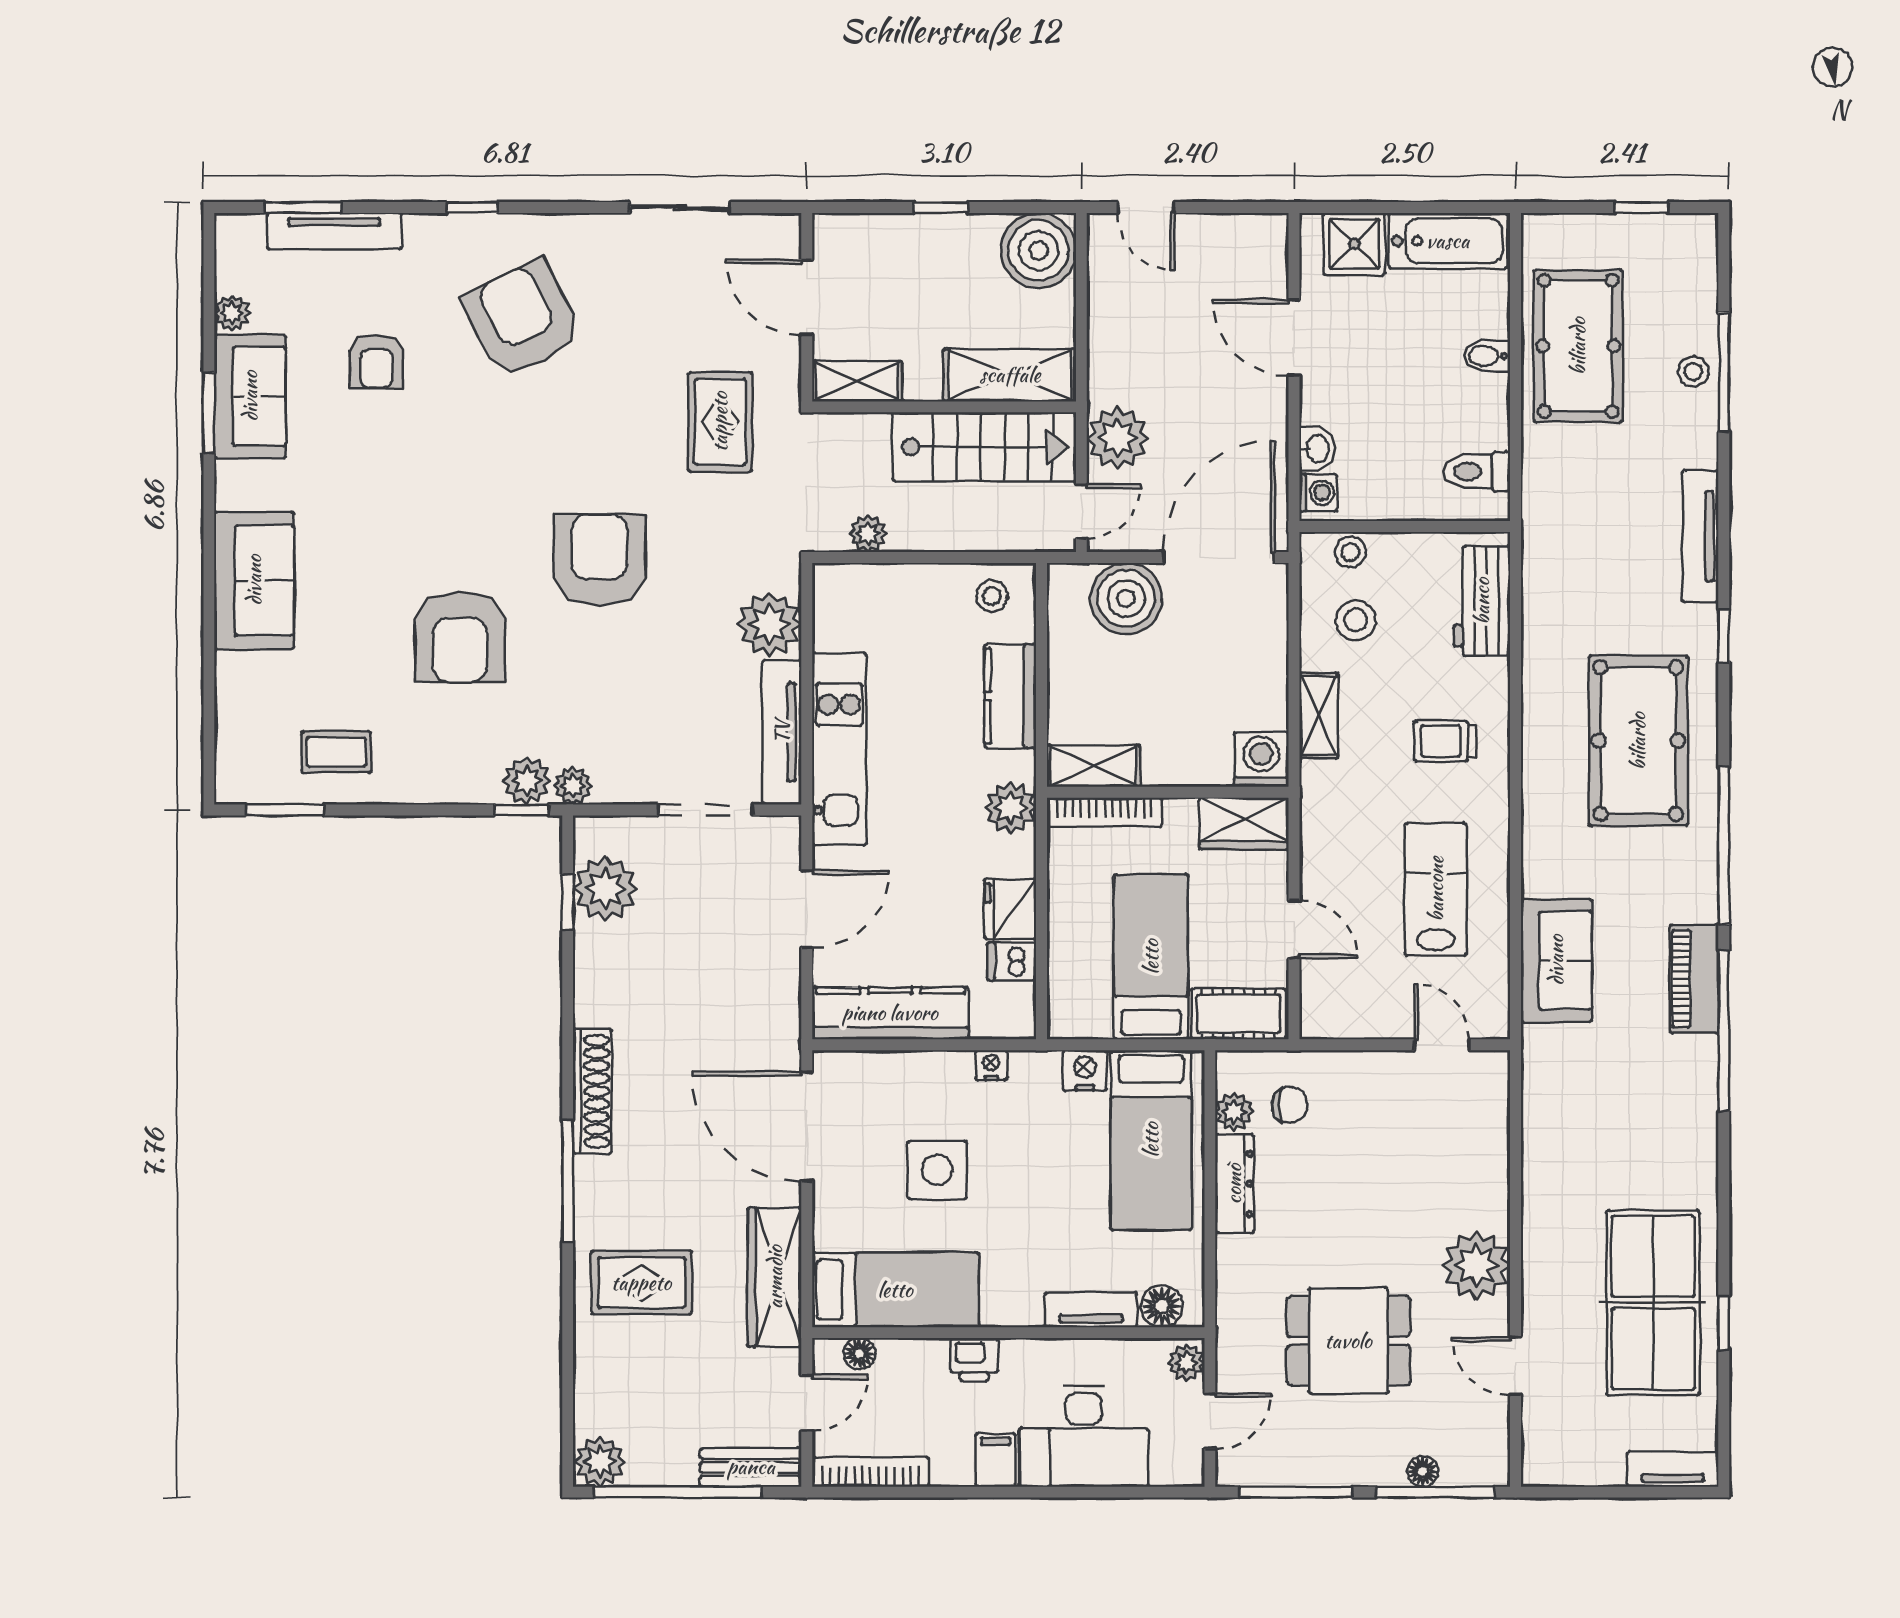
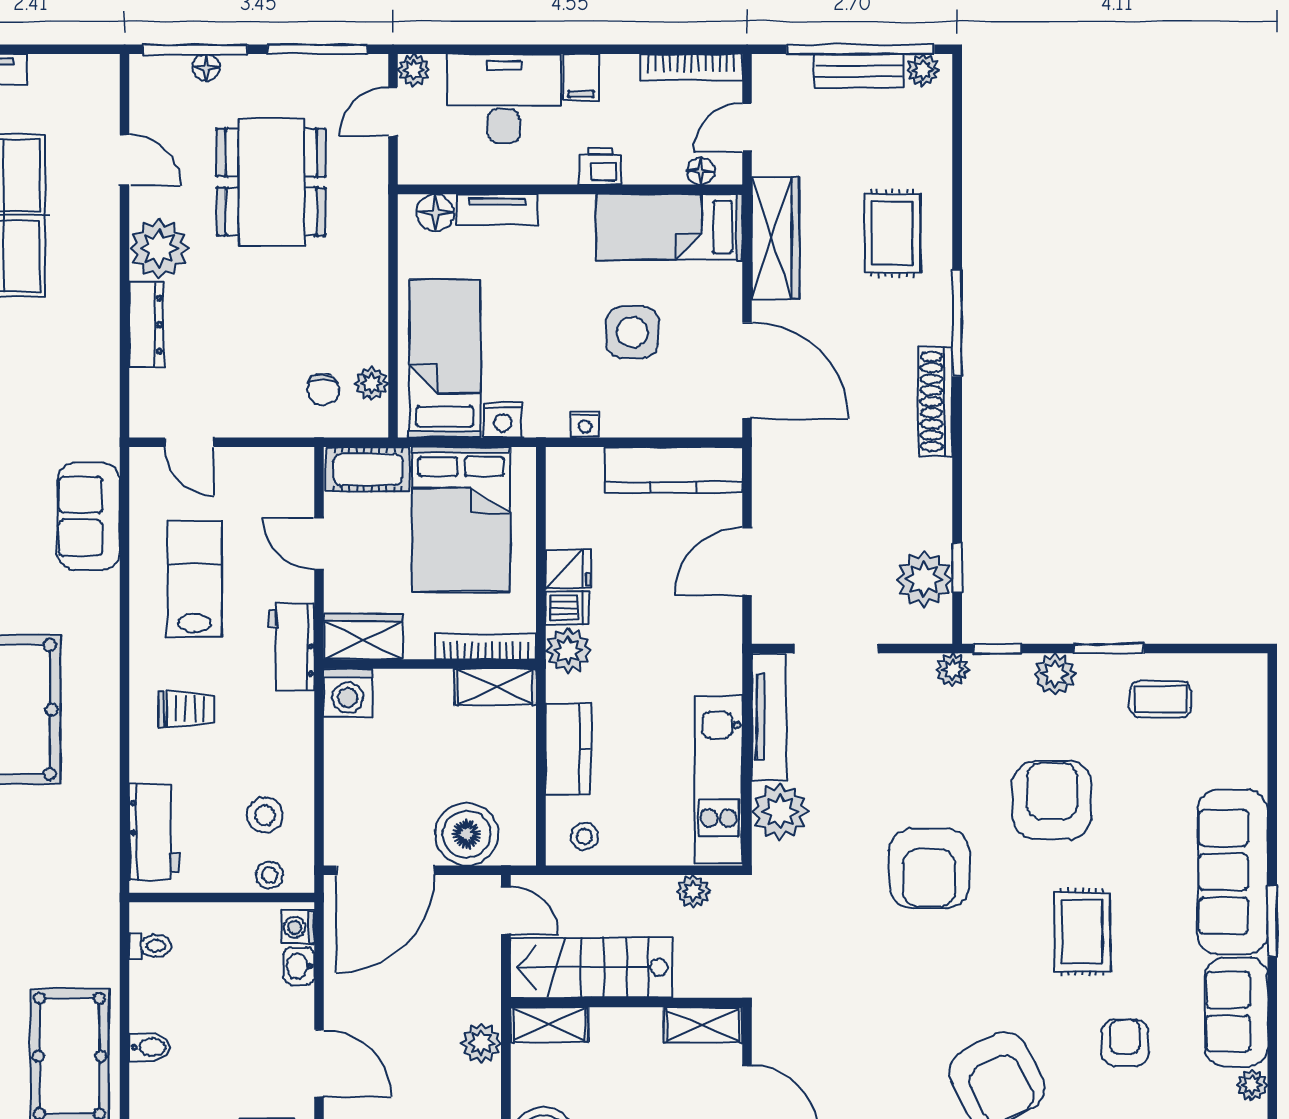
shelving: (1010, 375) -> (549, 1025), width x0.67, depth x0.75
window: (209, 413) -> (1272, 921), moved
rug: (720, 422) -> (1082, 932), moved
plant: (1118, 438) -> (481, 1043), moved, width x0.73, depth x0.73
toilet: (1477, 471) -> (150, 946), width x0.73, depth x0.72
door: (1081, 512) -> (506, 911), swing flipped
sofa: (254, 580) -> (1233, 872), width x1.36
shelving: (1319, 716) -> (297, 731), removed
kitchen unit: (839, 749) -> (719, 779), moved
plant: (527, 781) -> (1055, 674), moved
window: (285, 810) -> (1109, 649), moved
workbench: (1325, 812) -> (292, 647), added
lab bench: (1436, 889) -> (195, 579), turned 180
fridge: (1010, 909) -> (568, 569), width x0.72
bed: (1151, 957) -> (461, 519), width x1.50
dishwasher: (1012, 961) -> (567, 608), moved
chair: (1290, 1105) -> (323, 389), turned -90
dresser: (1234, 1184) -> (146, 325), moved, turned 180
rug: (641, 1283) -> (892, 233), turned 90
dining table: (1348, 1341) -> (271, 182), width x1.37
plant: (1186, 1363) -> (414, 70), moved
plant: (600, 1462) -> (923, 70), width x0.73, depth x0.73
bench: (751, 1467) -> (859, 71), moved

